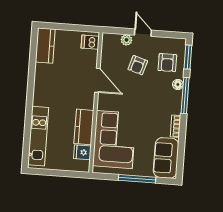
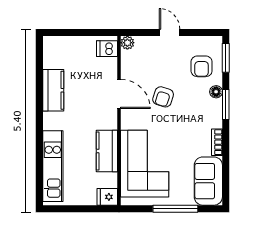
plant: (126, 40) -> (127, 43), moved
kitchen counter: (45, 46) -> (53, 90), moved
armchair: (138, 65) -> (163, 97), moved
window: (185, 96) -> (226, 105), width x0.69
fridge: (82, 152) -> (107, 197), moved

